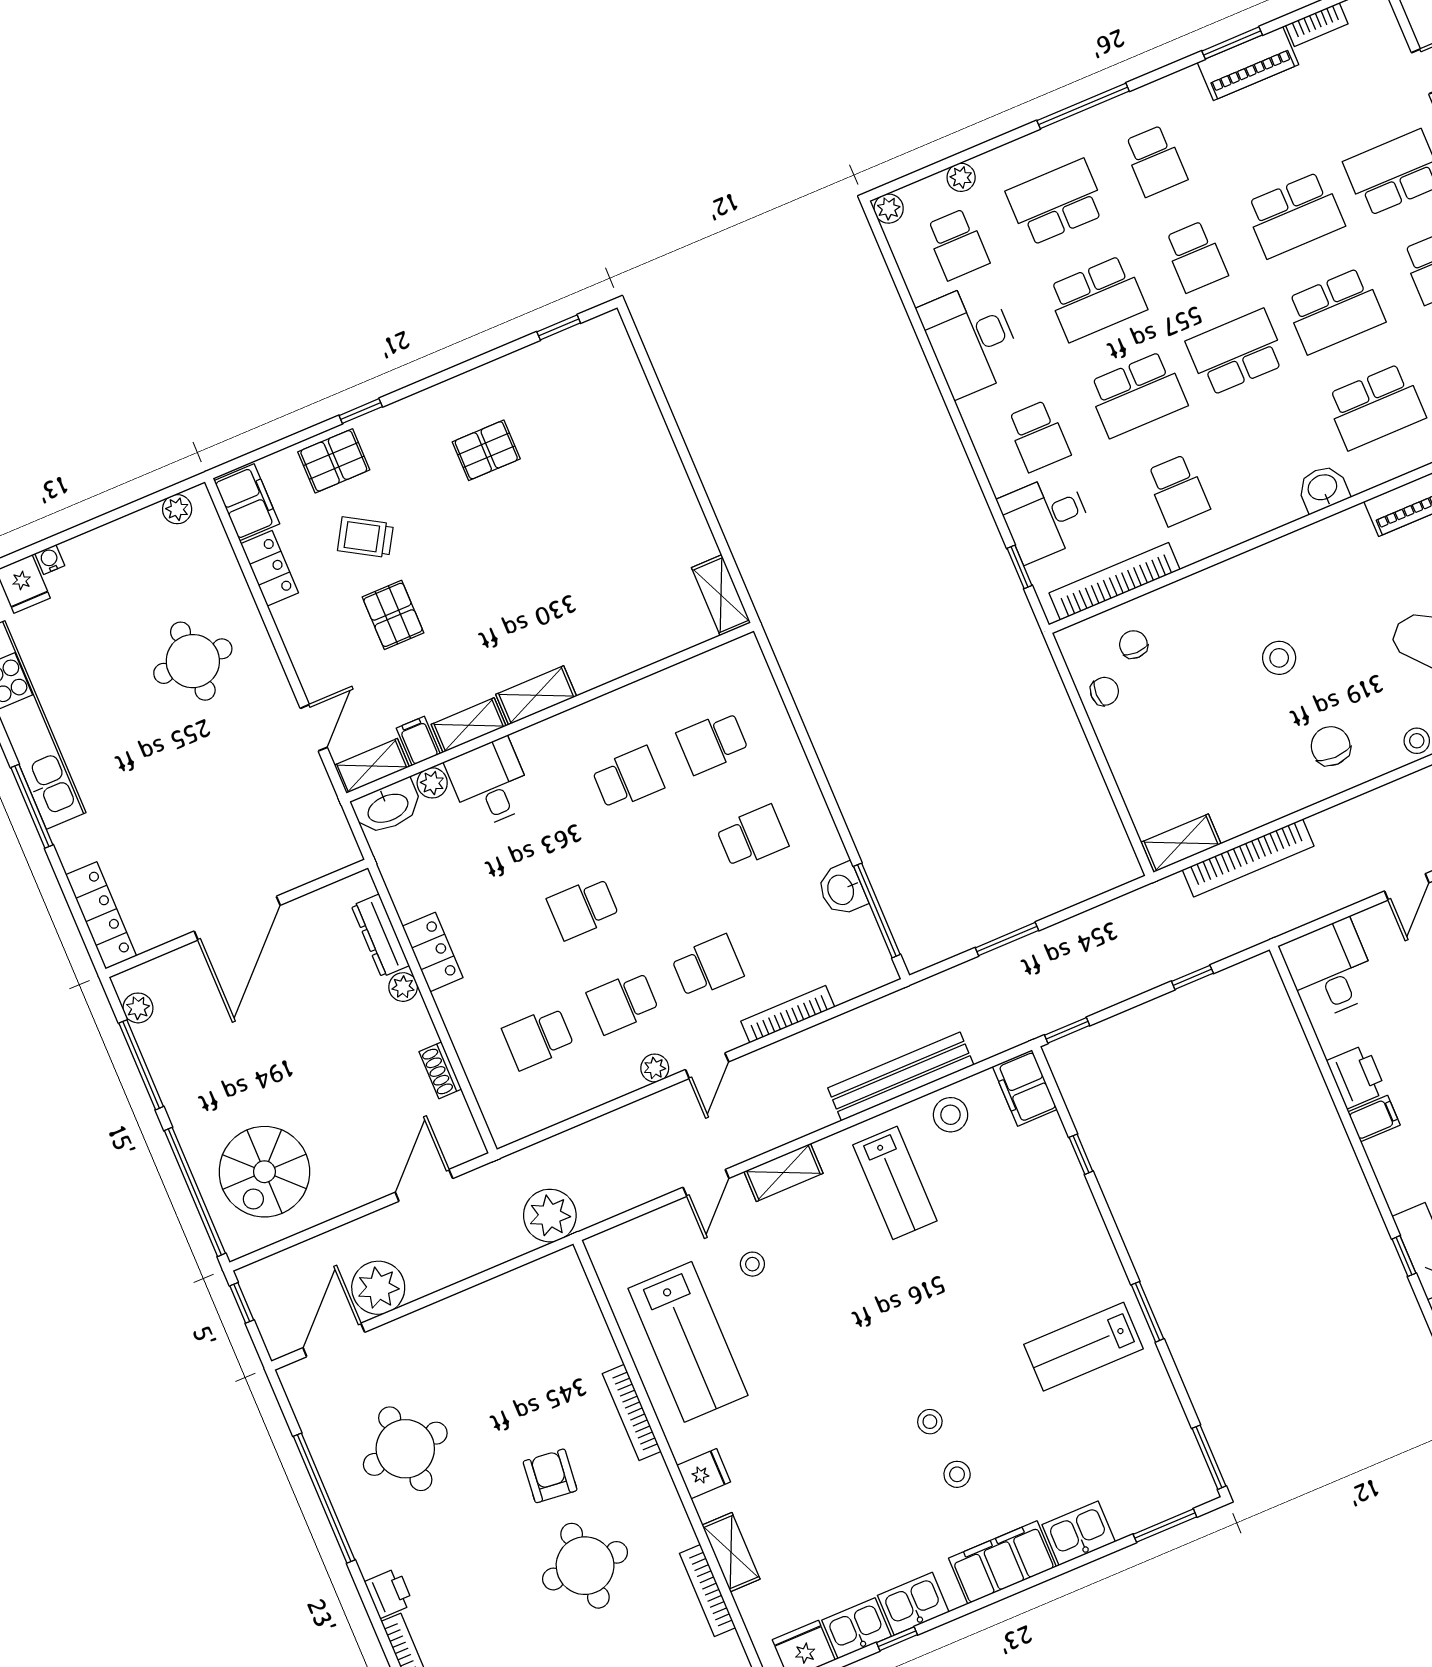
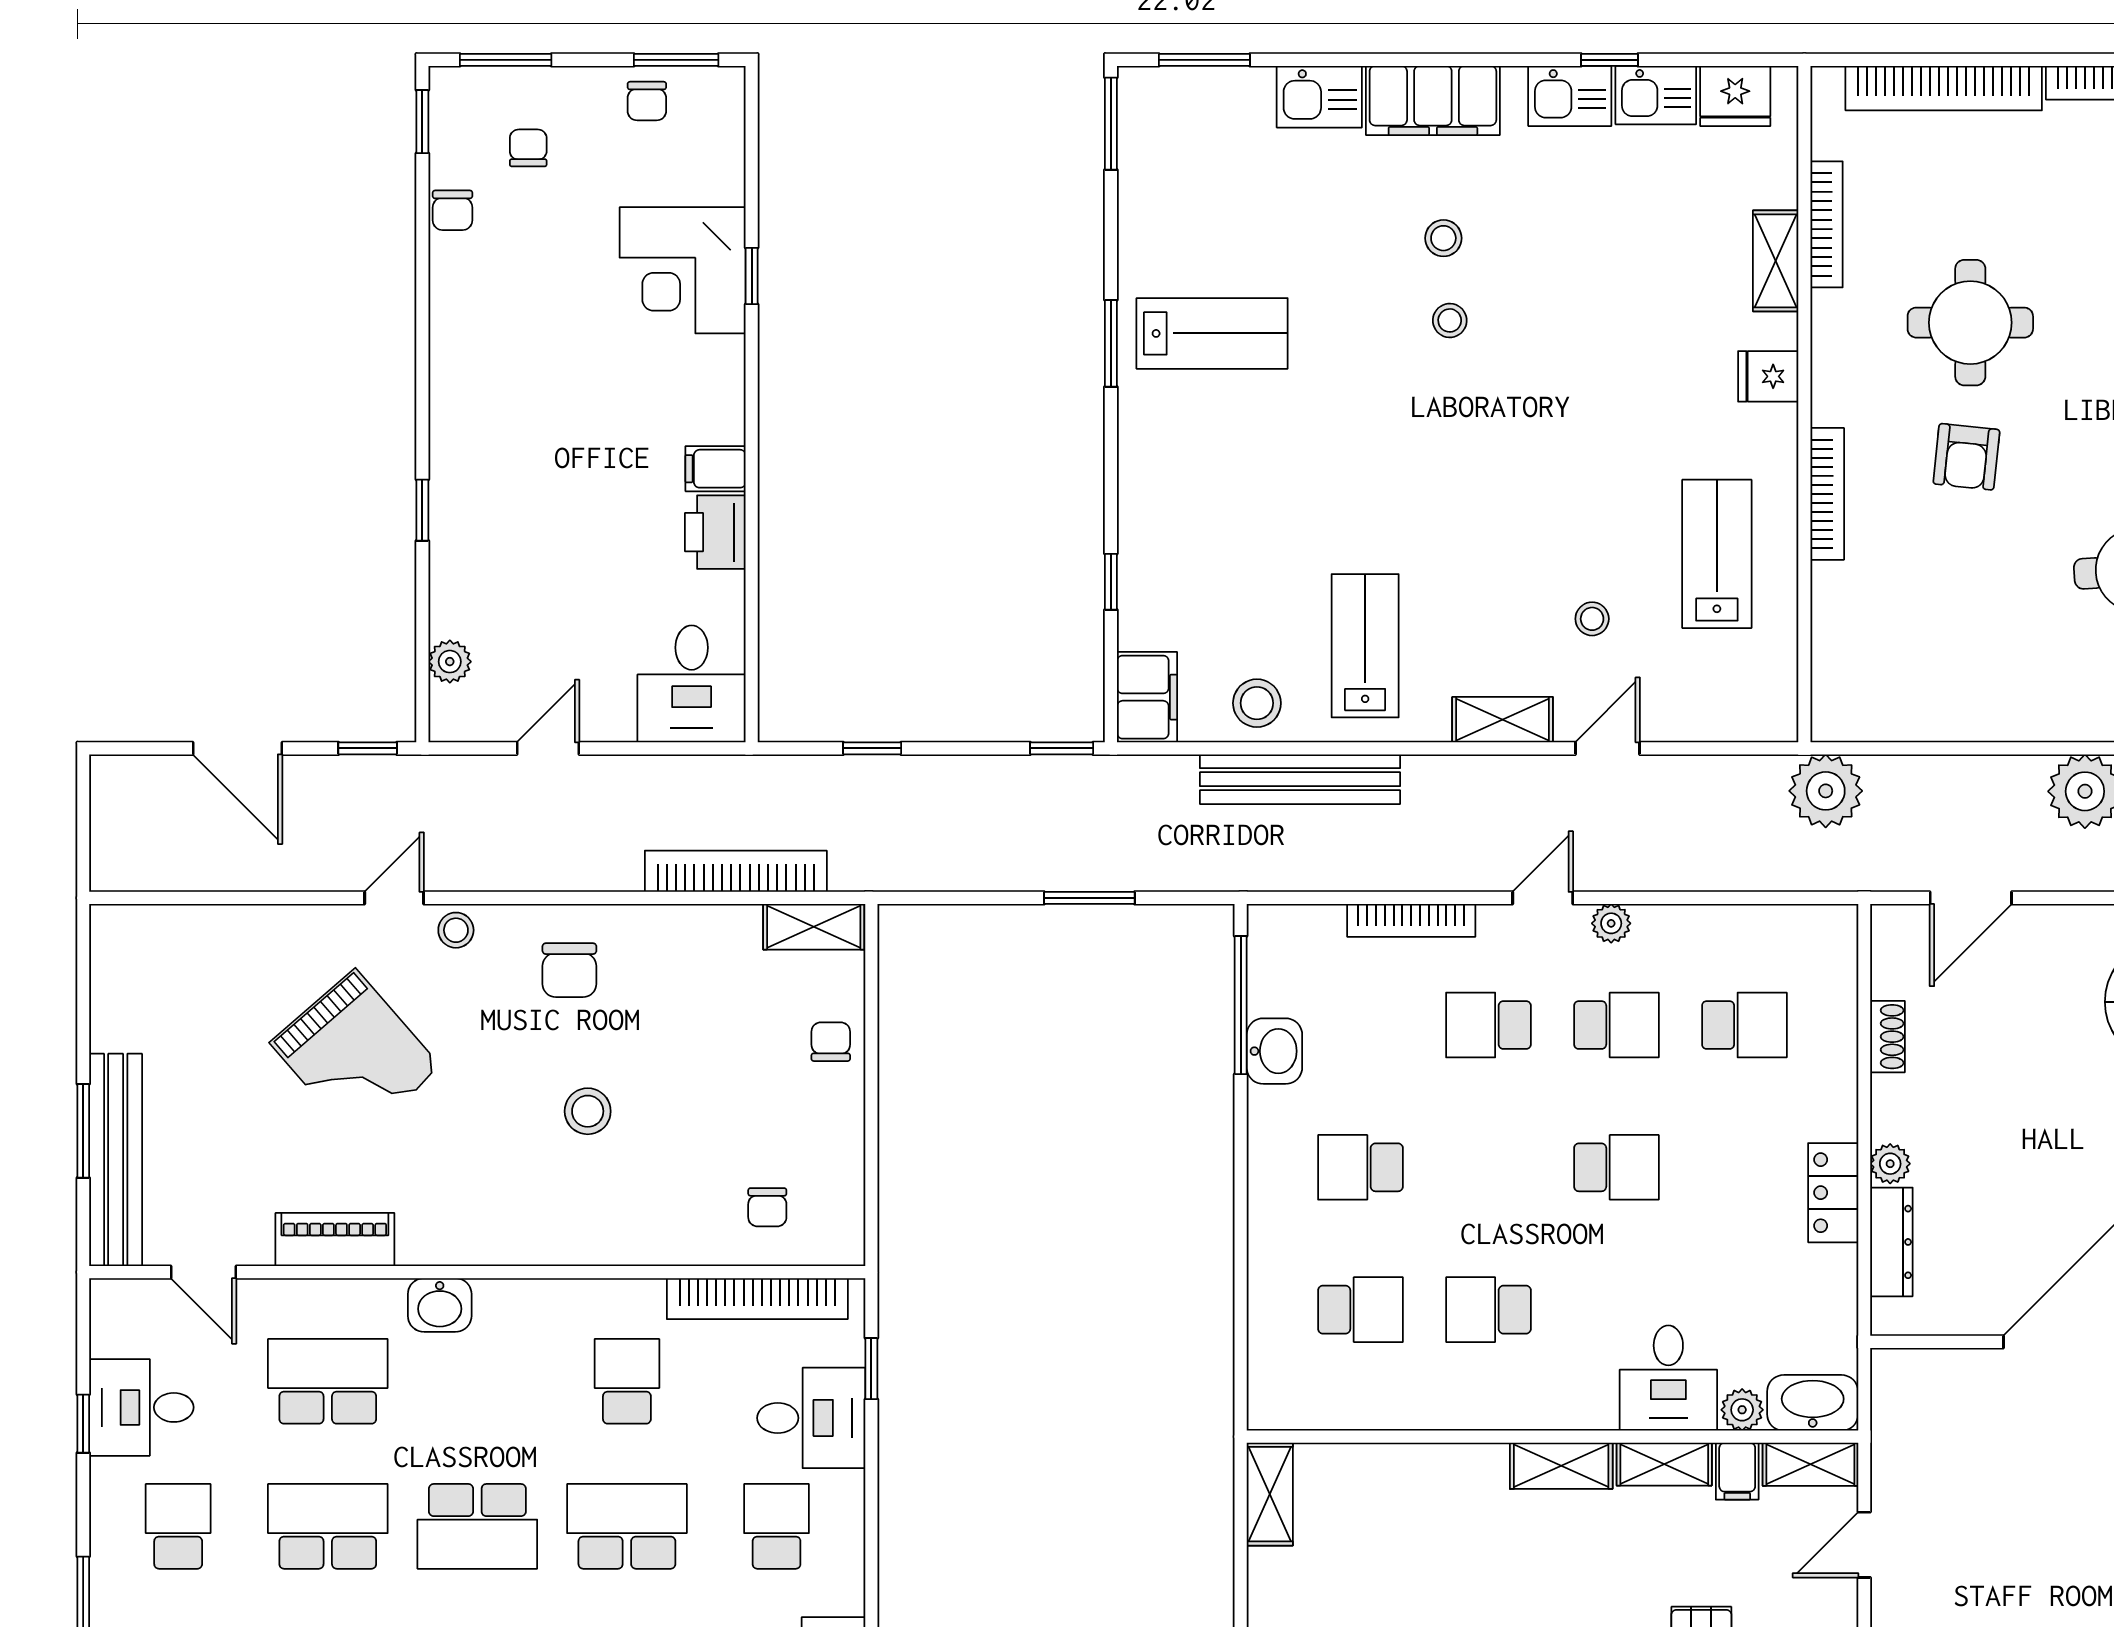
chair: (1104, 691) -> (831, 1042), moved, turned 90
lab bench: (688, 1342) -> (1717, 554), width x0.73, depth x0.72

